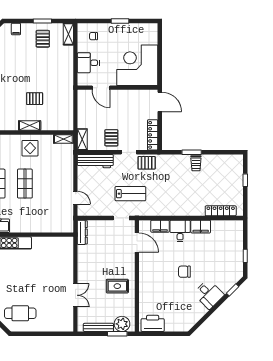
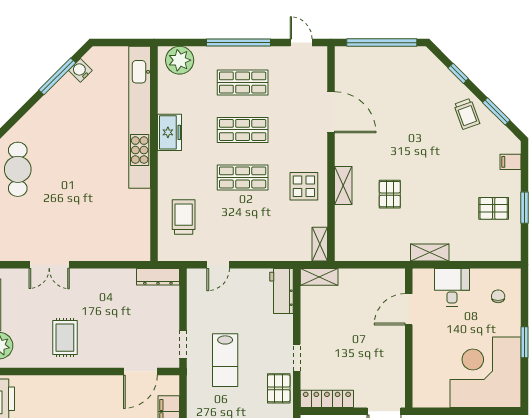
shelving: (68, 34) -> (430, 253), moved
corner desk: (137, 65) -> (486, 372), moved, turned -90
pallet: (111, 138) -> (322, 327), removed
workbench: (95, 161) -> (282, 291), width x0.73
trolley: (48, 218) -> (184, 217), added

